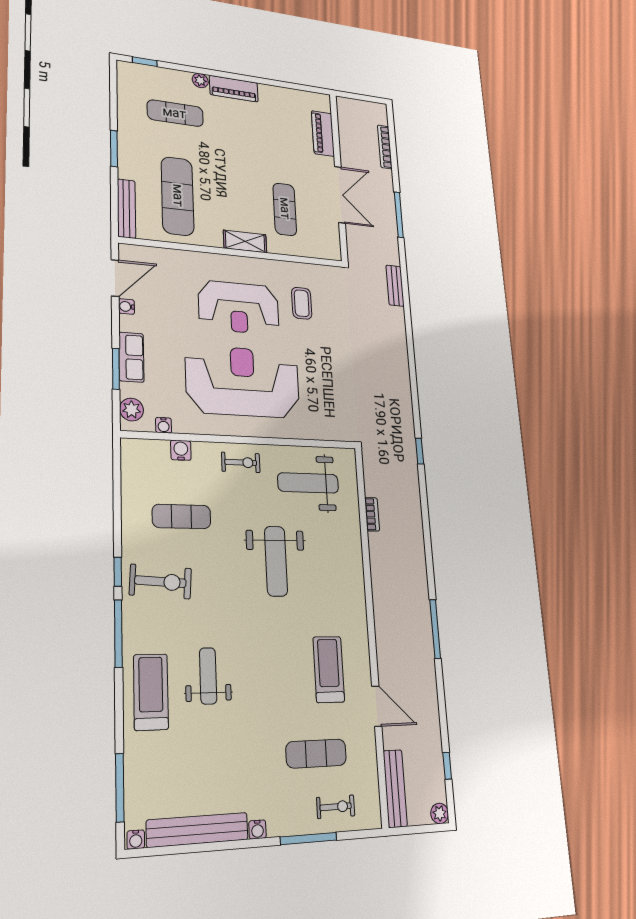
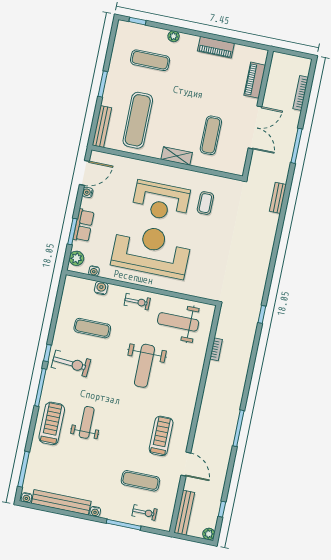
piano: (234, 89) -> (216, 47), moved

